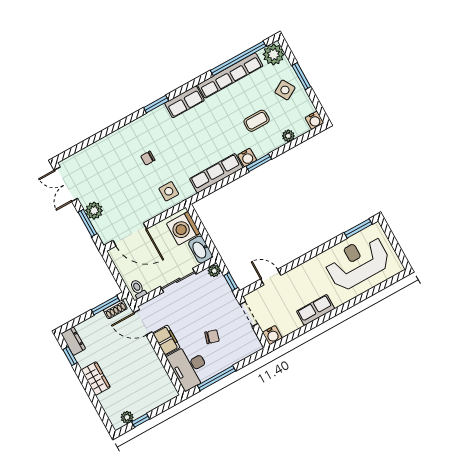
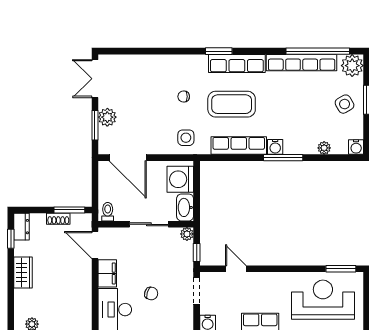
row of seats: (184, 102) -> (237, 63), width x1.48
coffee table: (257, 121) -> (232, 104), moved, width x1.86, depth x1.72
window: (259, 163) -> (283, 158), width x1.44
shoe rack: (115, 309) -> (58, 219), moved

